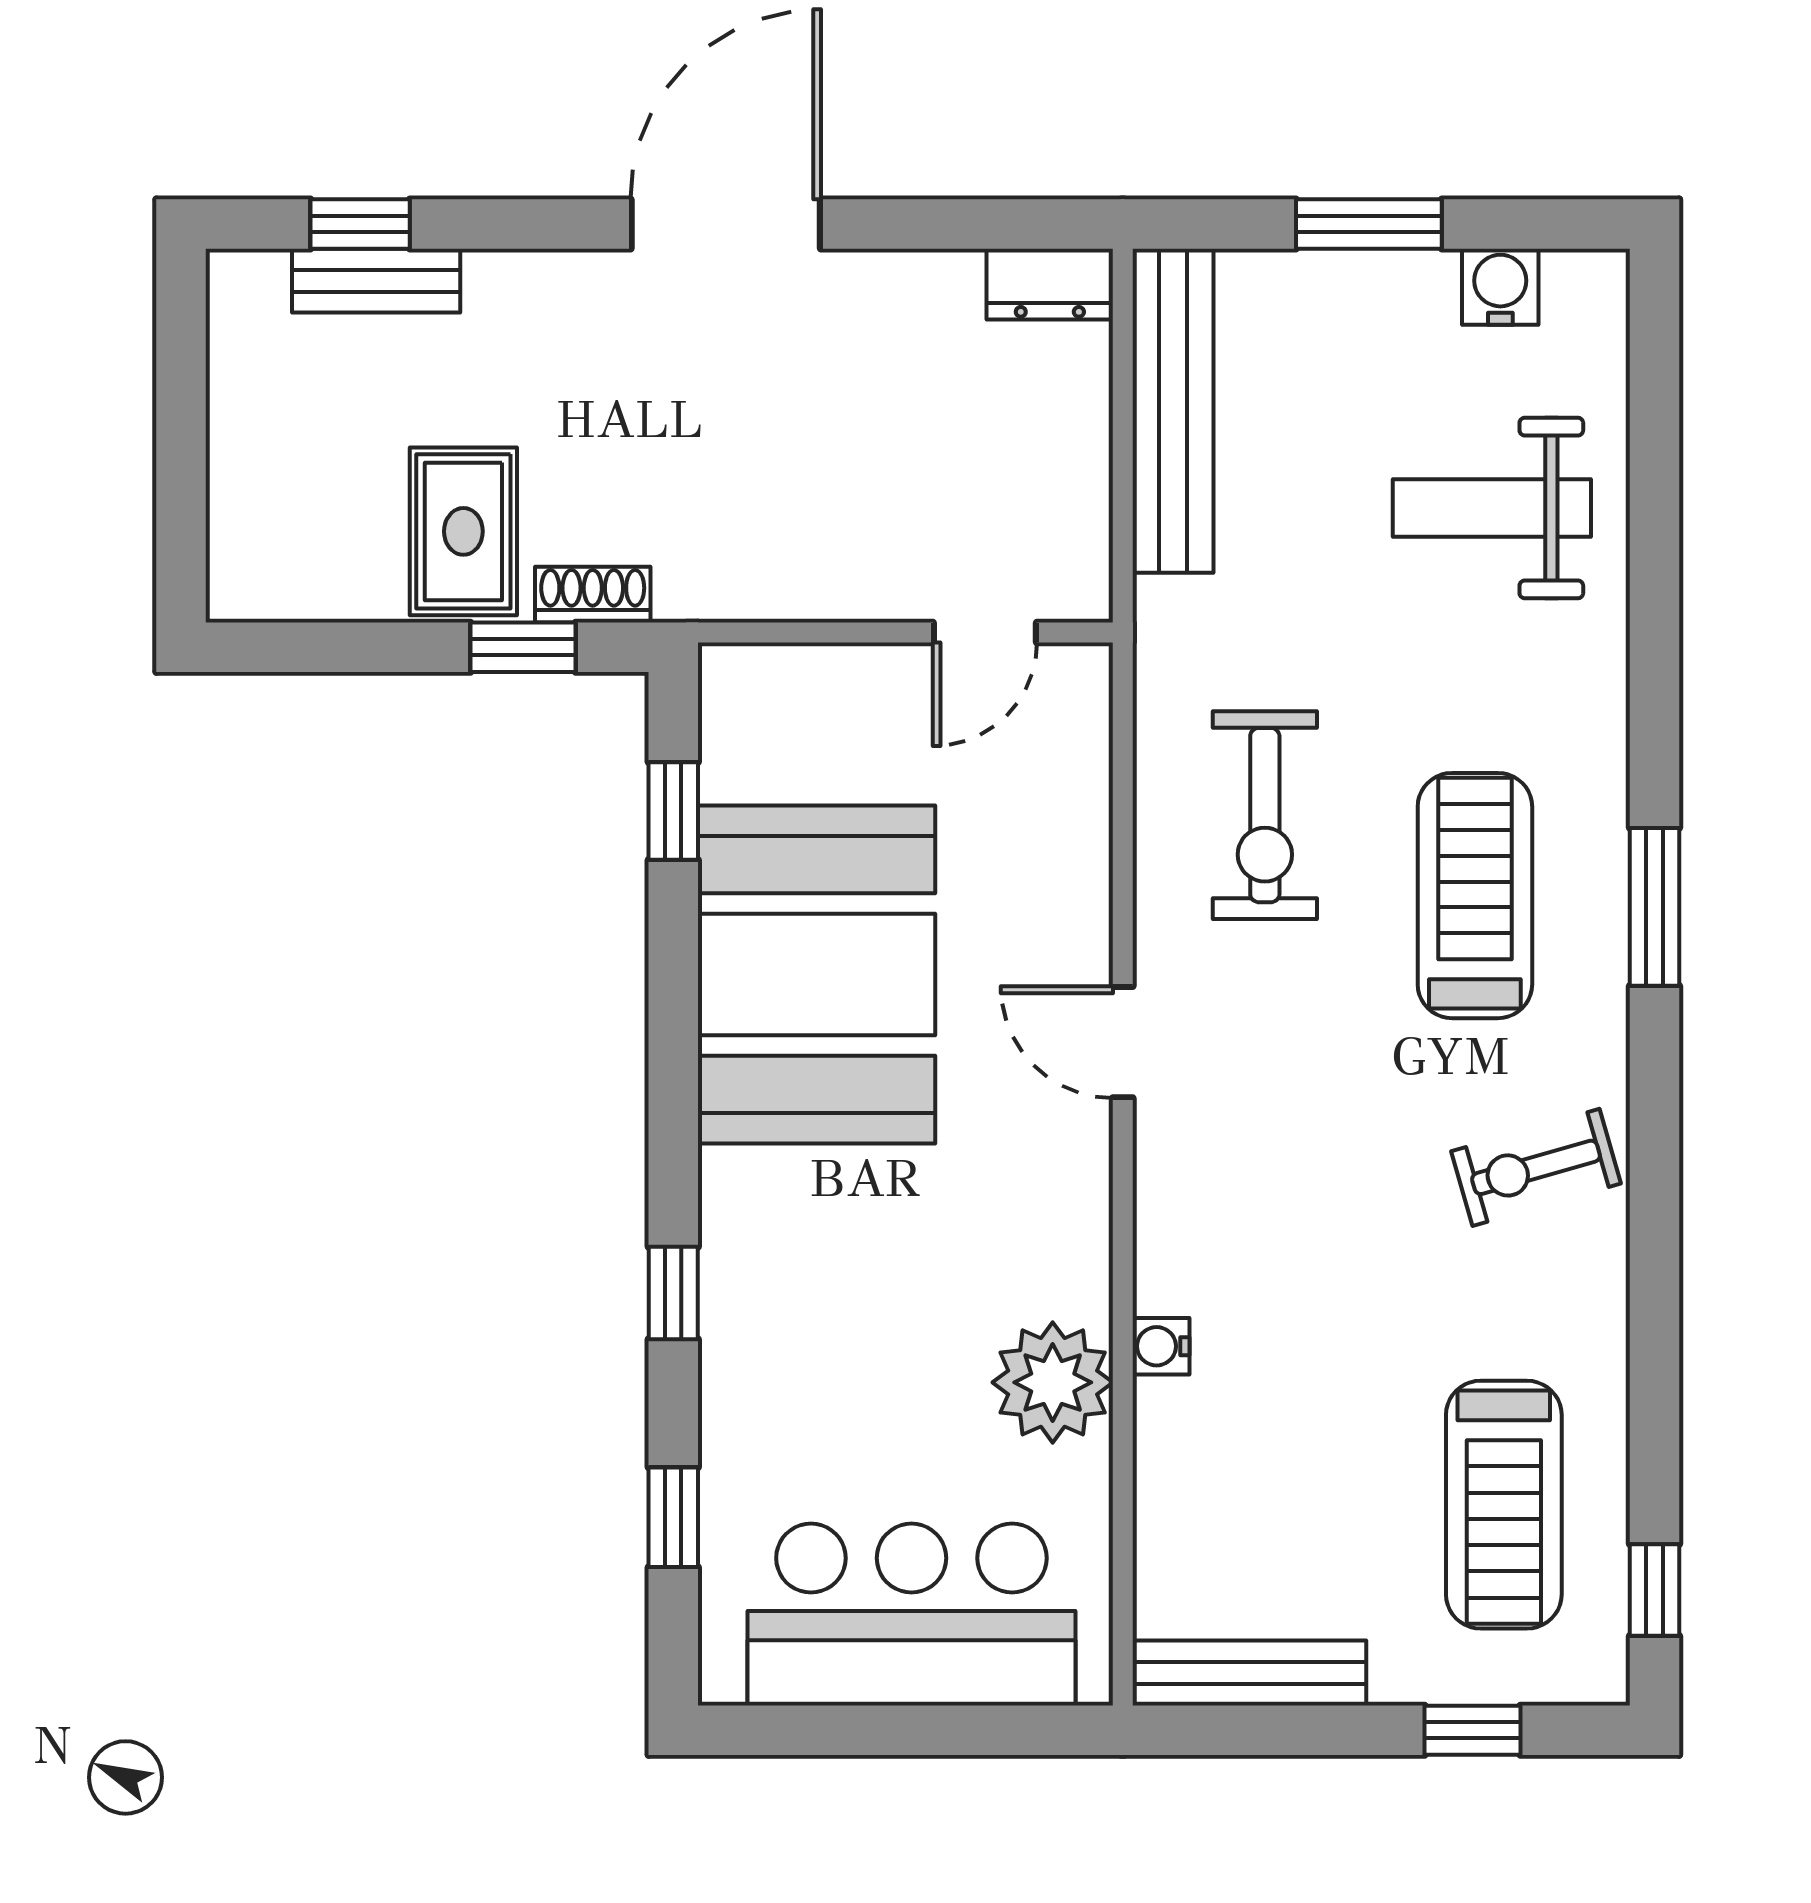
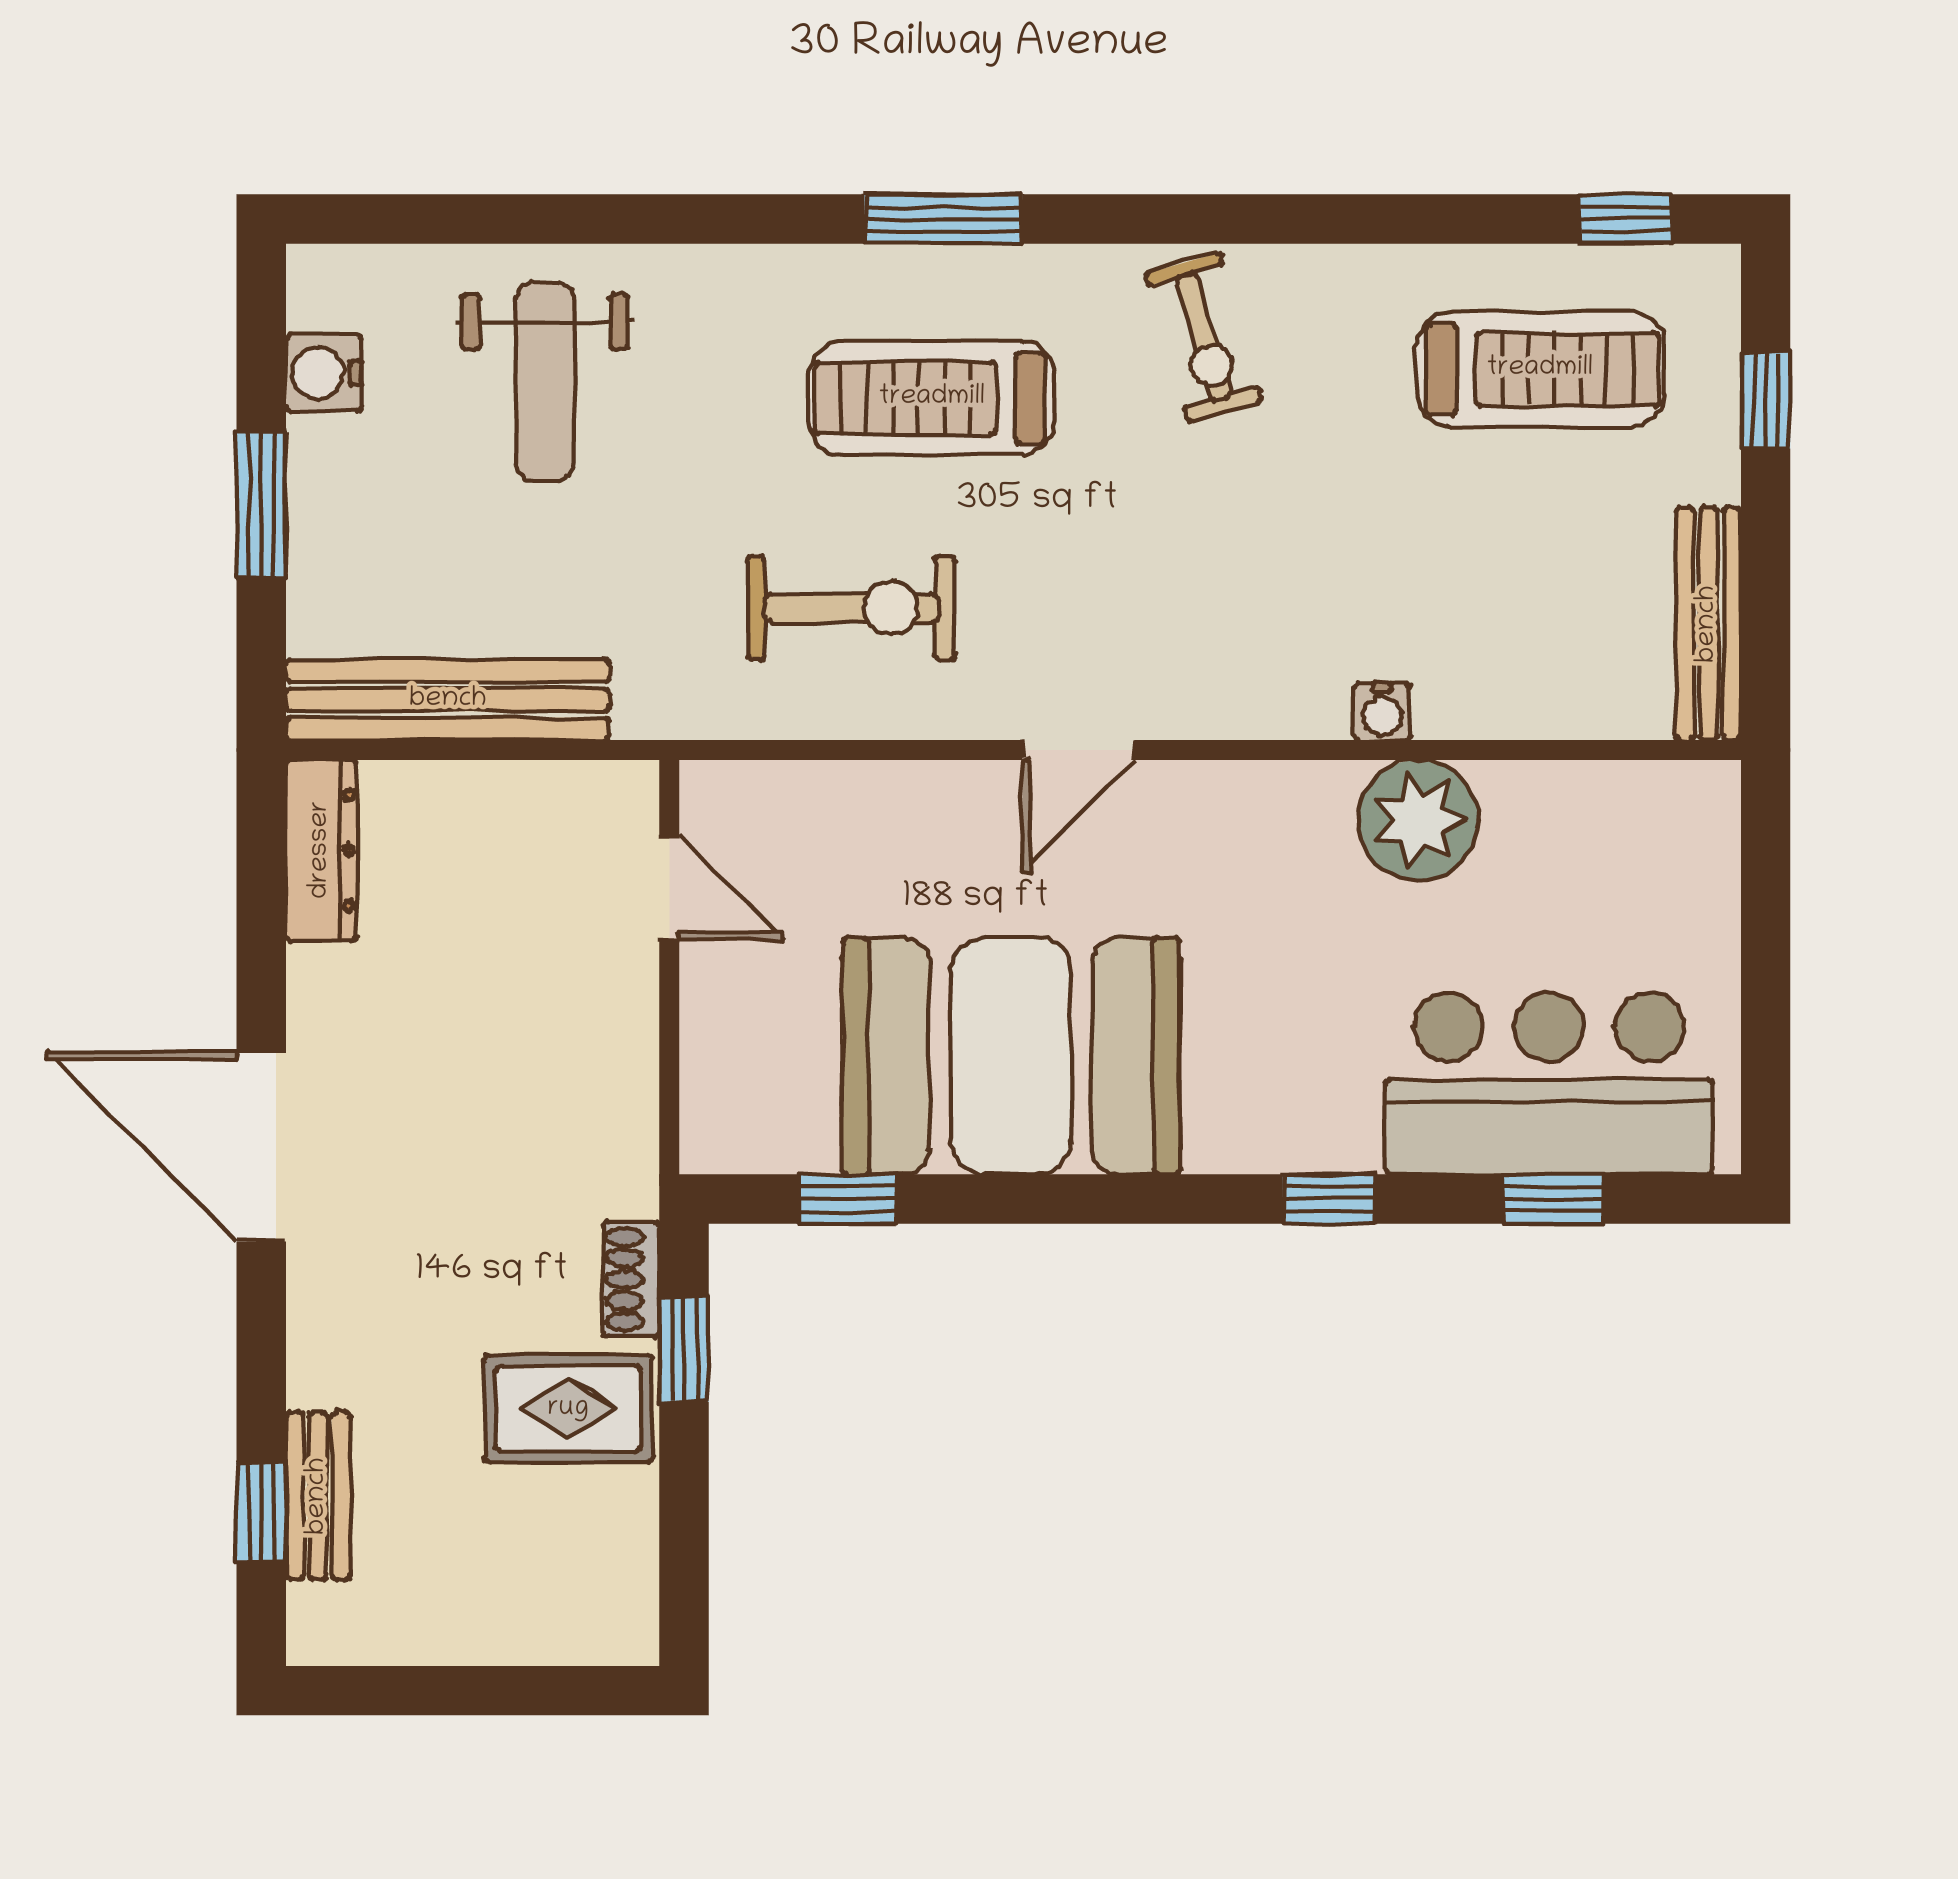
dresser: (1050, 284) -> (321, 850), width x1.44
bar counter: (911, 1615) -> (1549, 1083), moved, turned 90

